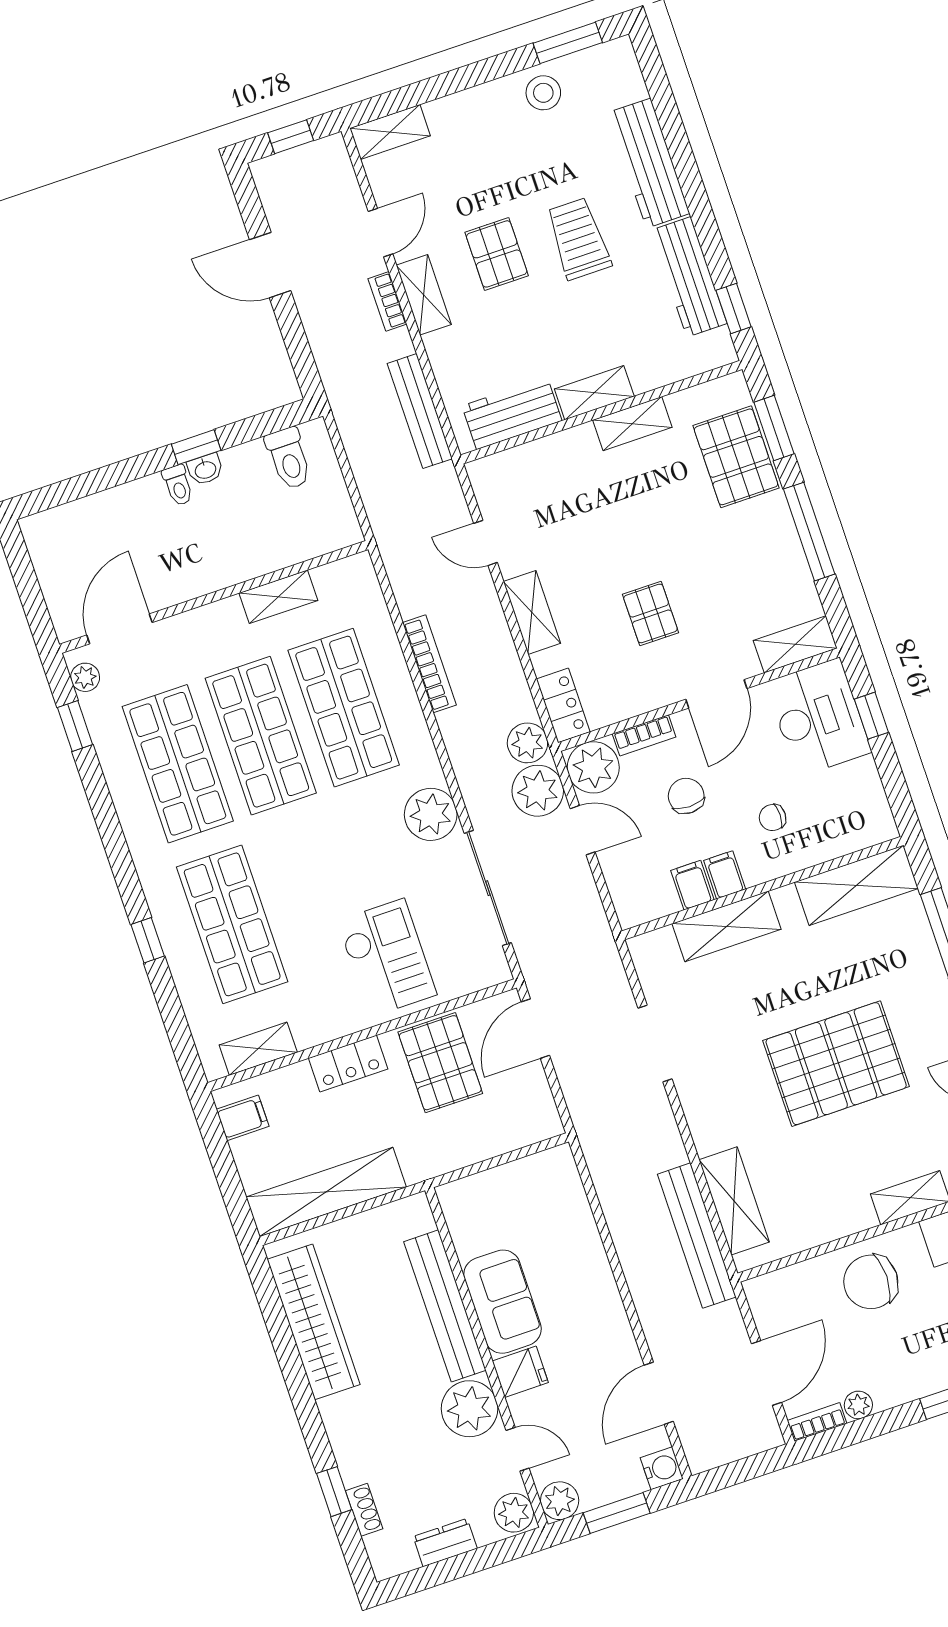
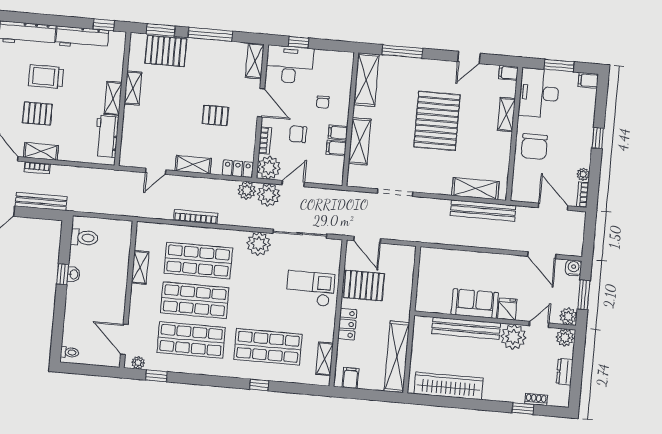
bench: (420, 411) -> (41, 201), moved
toilet: (178, 485) -> (70, 352), moved

